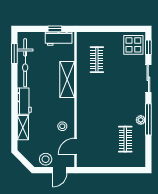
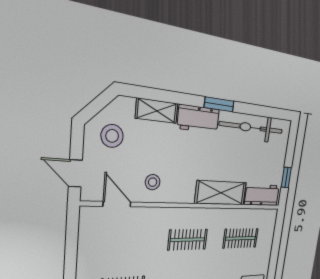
workbench: (59, 39) -> (262, 195), moved, turned 90
window: (14, 54) -> (219, 104), moved
clothes rail: (97, 99) -> (188, 240), added
stool: (46, 159) -> (112, 136), moved

